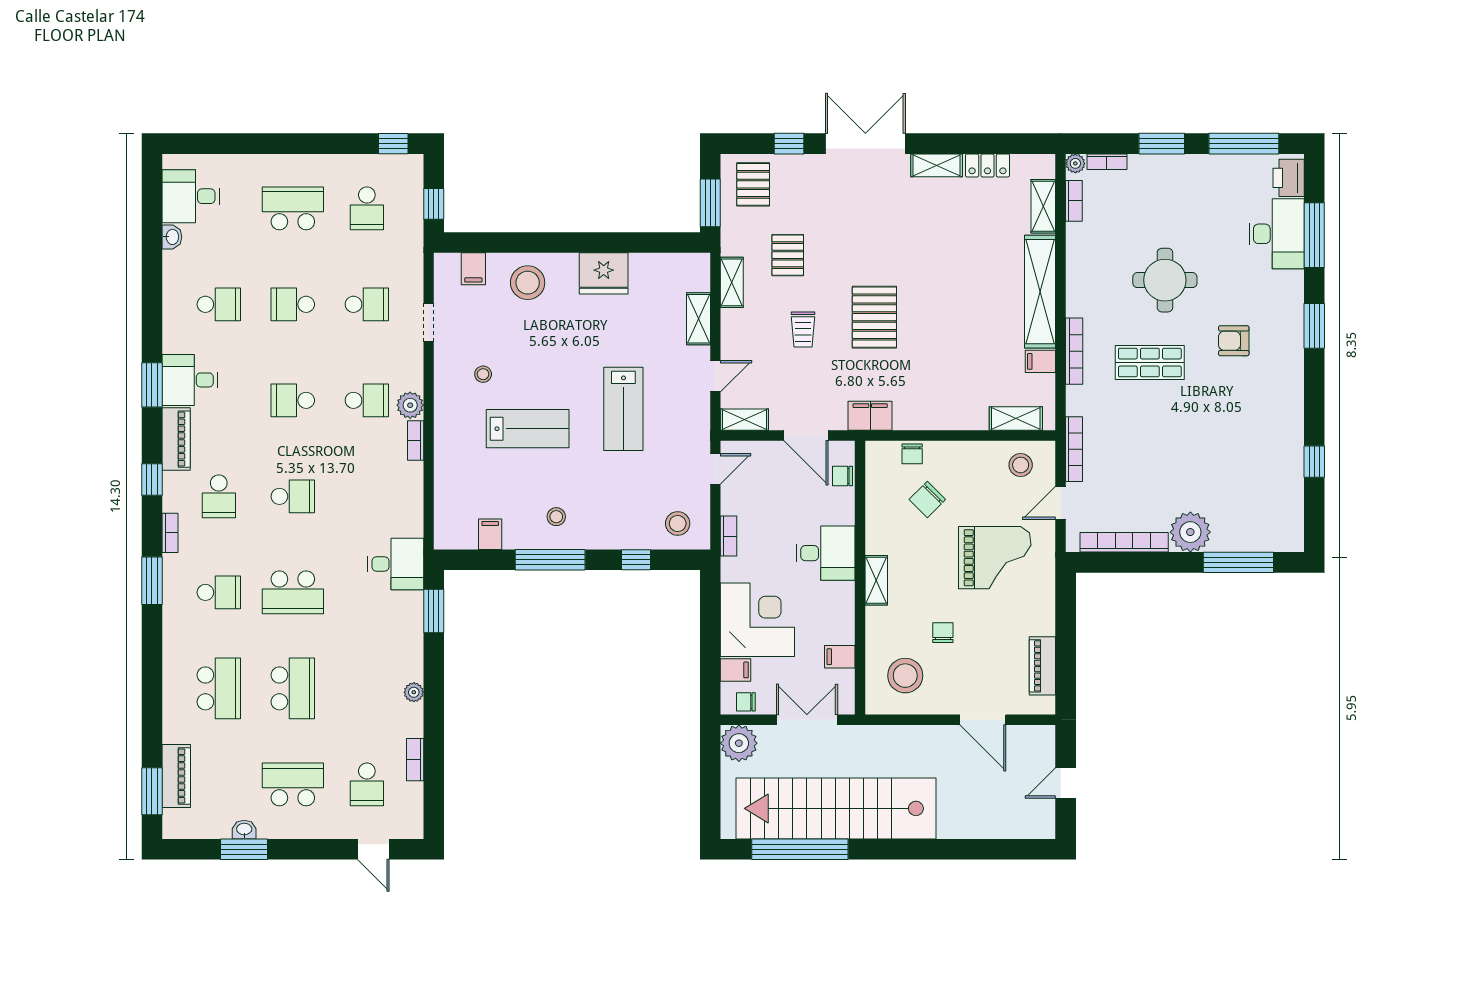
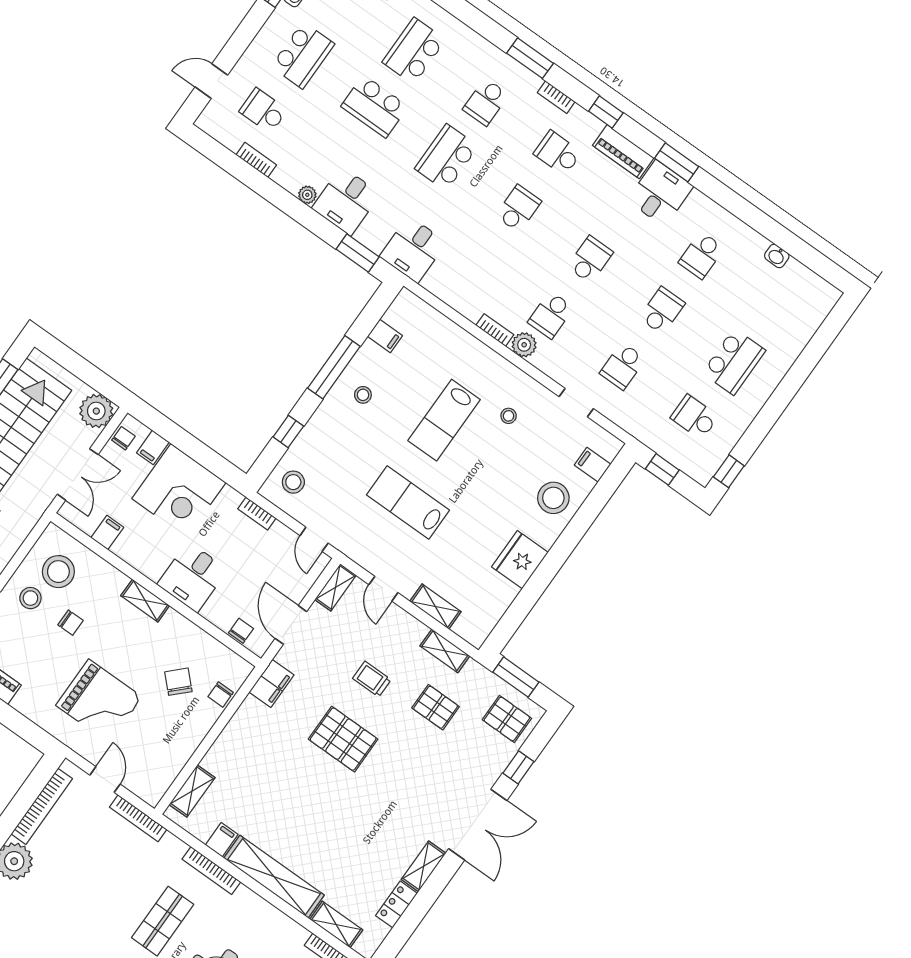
desk: (191, 196) -> (346, 201), moved, turned 180
door: (806, 435) -> (291, 625), hinge flipped
chair: (912, 454) -> (221, 695), turned -90
stool: (1021, 465) -> (30, 598), moved
school desk: (293, 496) -> (518, 208), turned 180
grand piano: (995, 558) -> (99, 701), turned -90
school desk: (219, 688) -> (414, 51), turned 90

